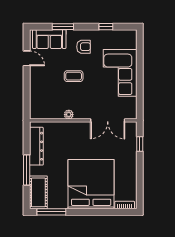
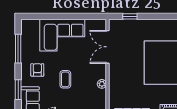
window: (106, 27) -> (18, 49), width x2.17
double door: (108, 120) -> (107, 47), swing flipped

